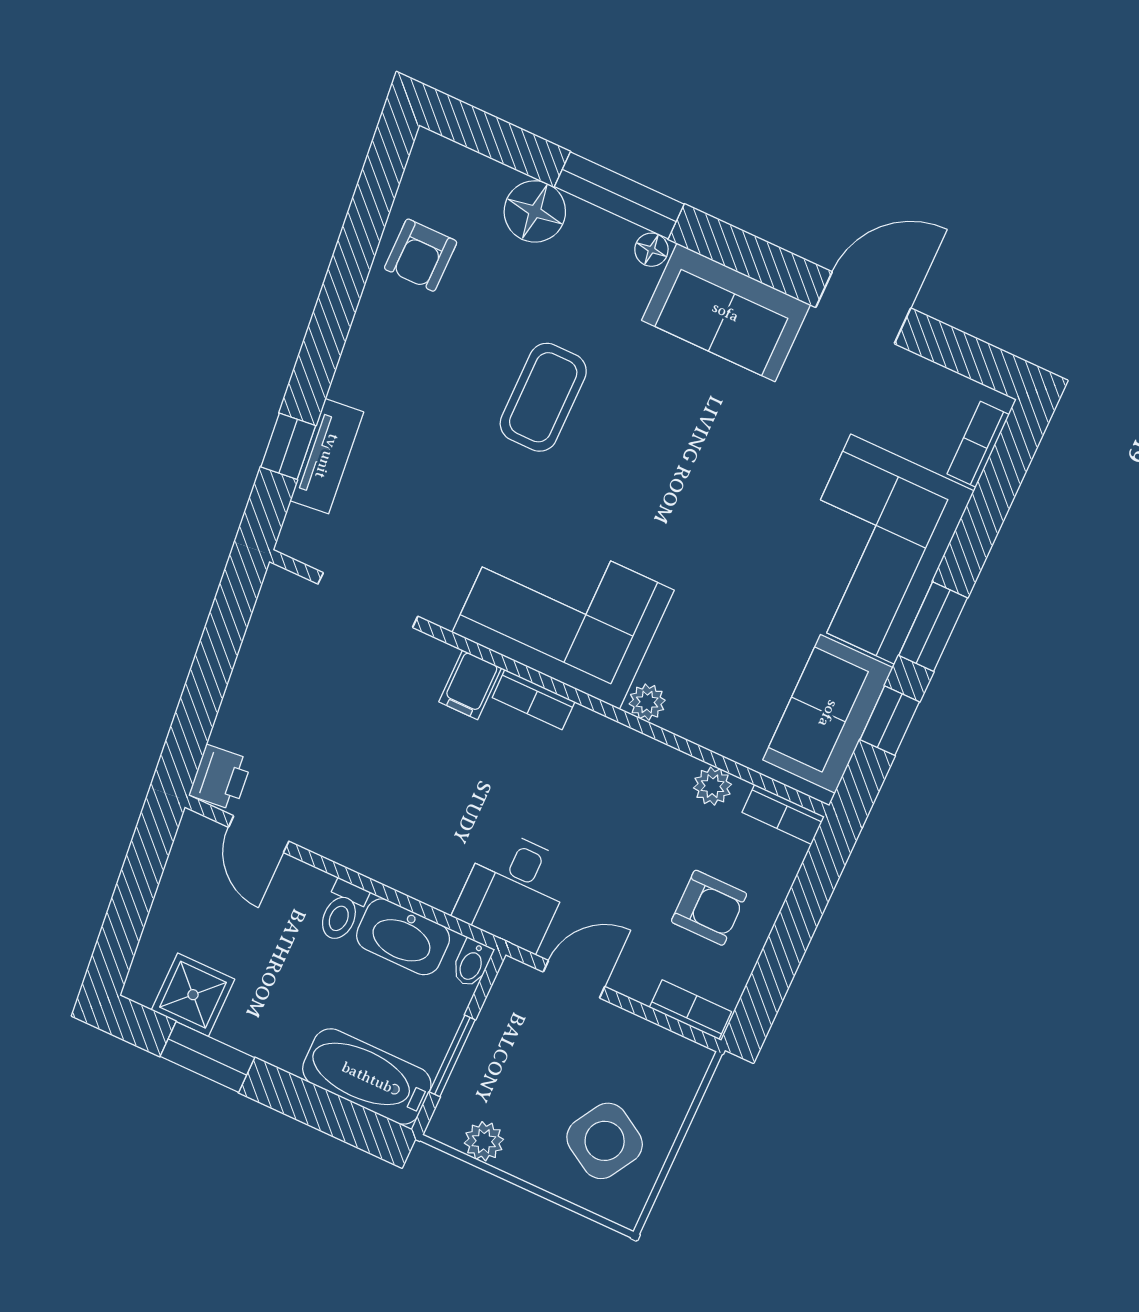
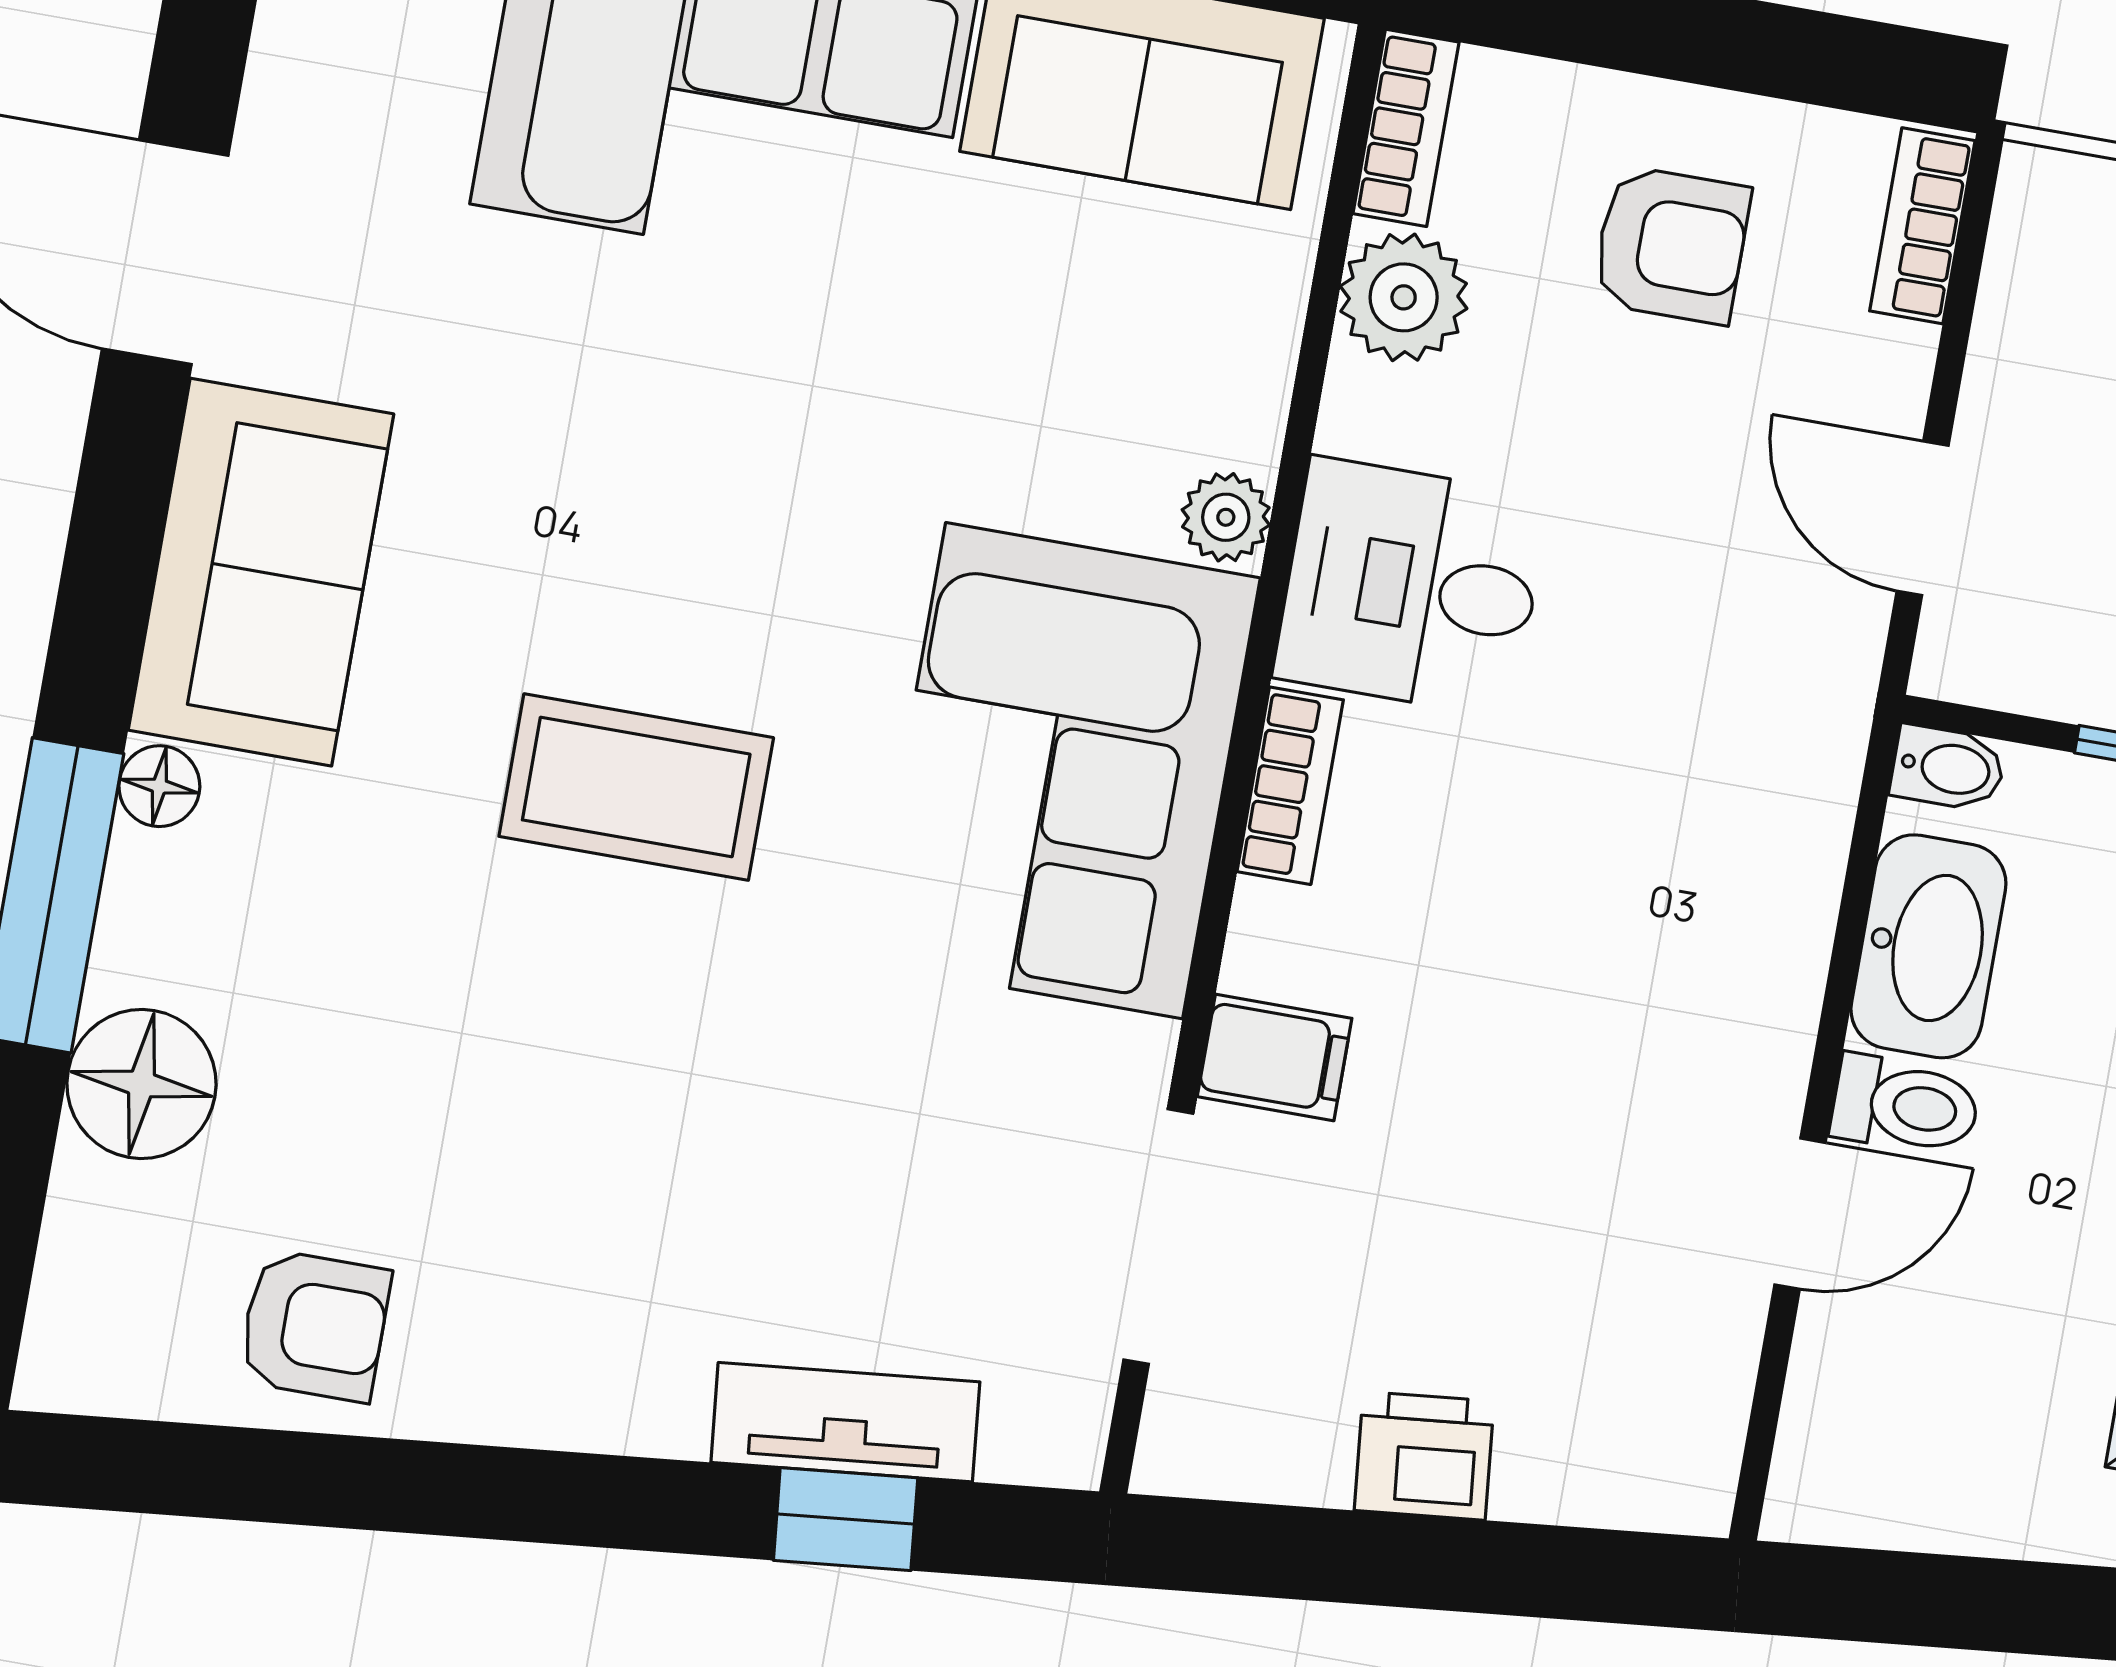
coffee table: (543, 397) -> (636, 787), moved
filing cabinet: (470, 685) -> (1275, 1057), moved
printer: (220, 777) -> (1424, 1456), moved
plant: (712, 786) -> (1404, 297), width x1.38, depth x1.38
door: (259, 834) -> (1800, 1214), moved
desk: (514, 890) -> (1411, 587), moved, turned 180
armchair: (709, 908) -> (1671, 245), turned 90

